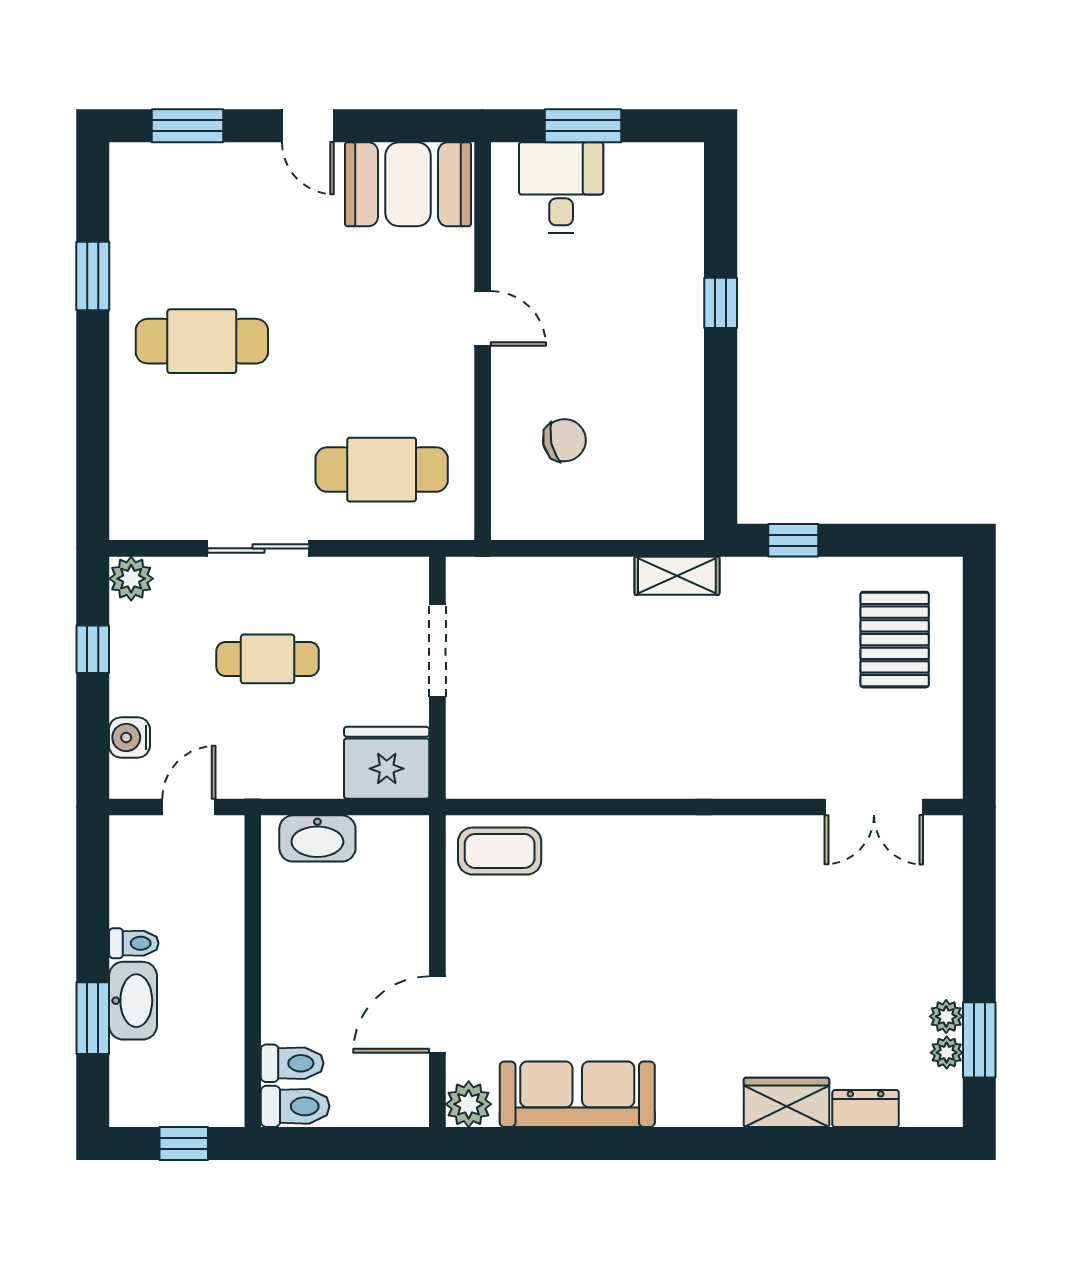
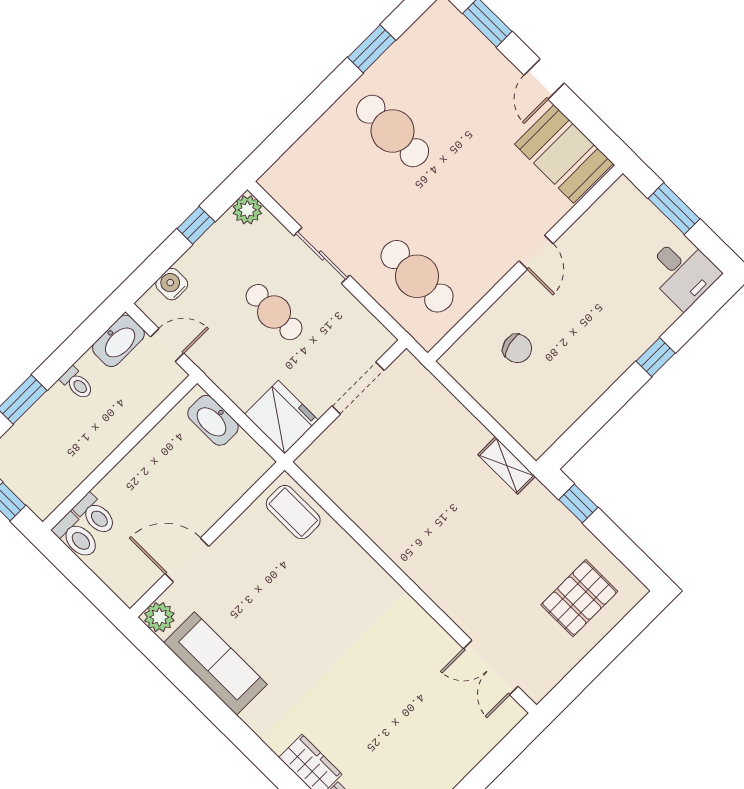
desk: (561, 187) -> (682, 272), moved, turned 90
washbasin: (133, 1001) -> (118, 341), moved

